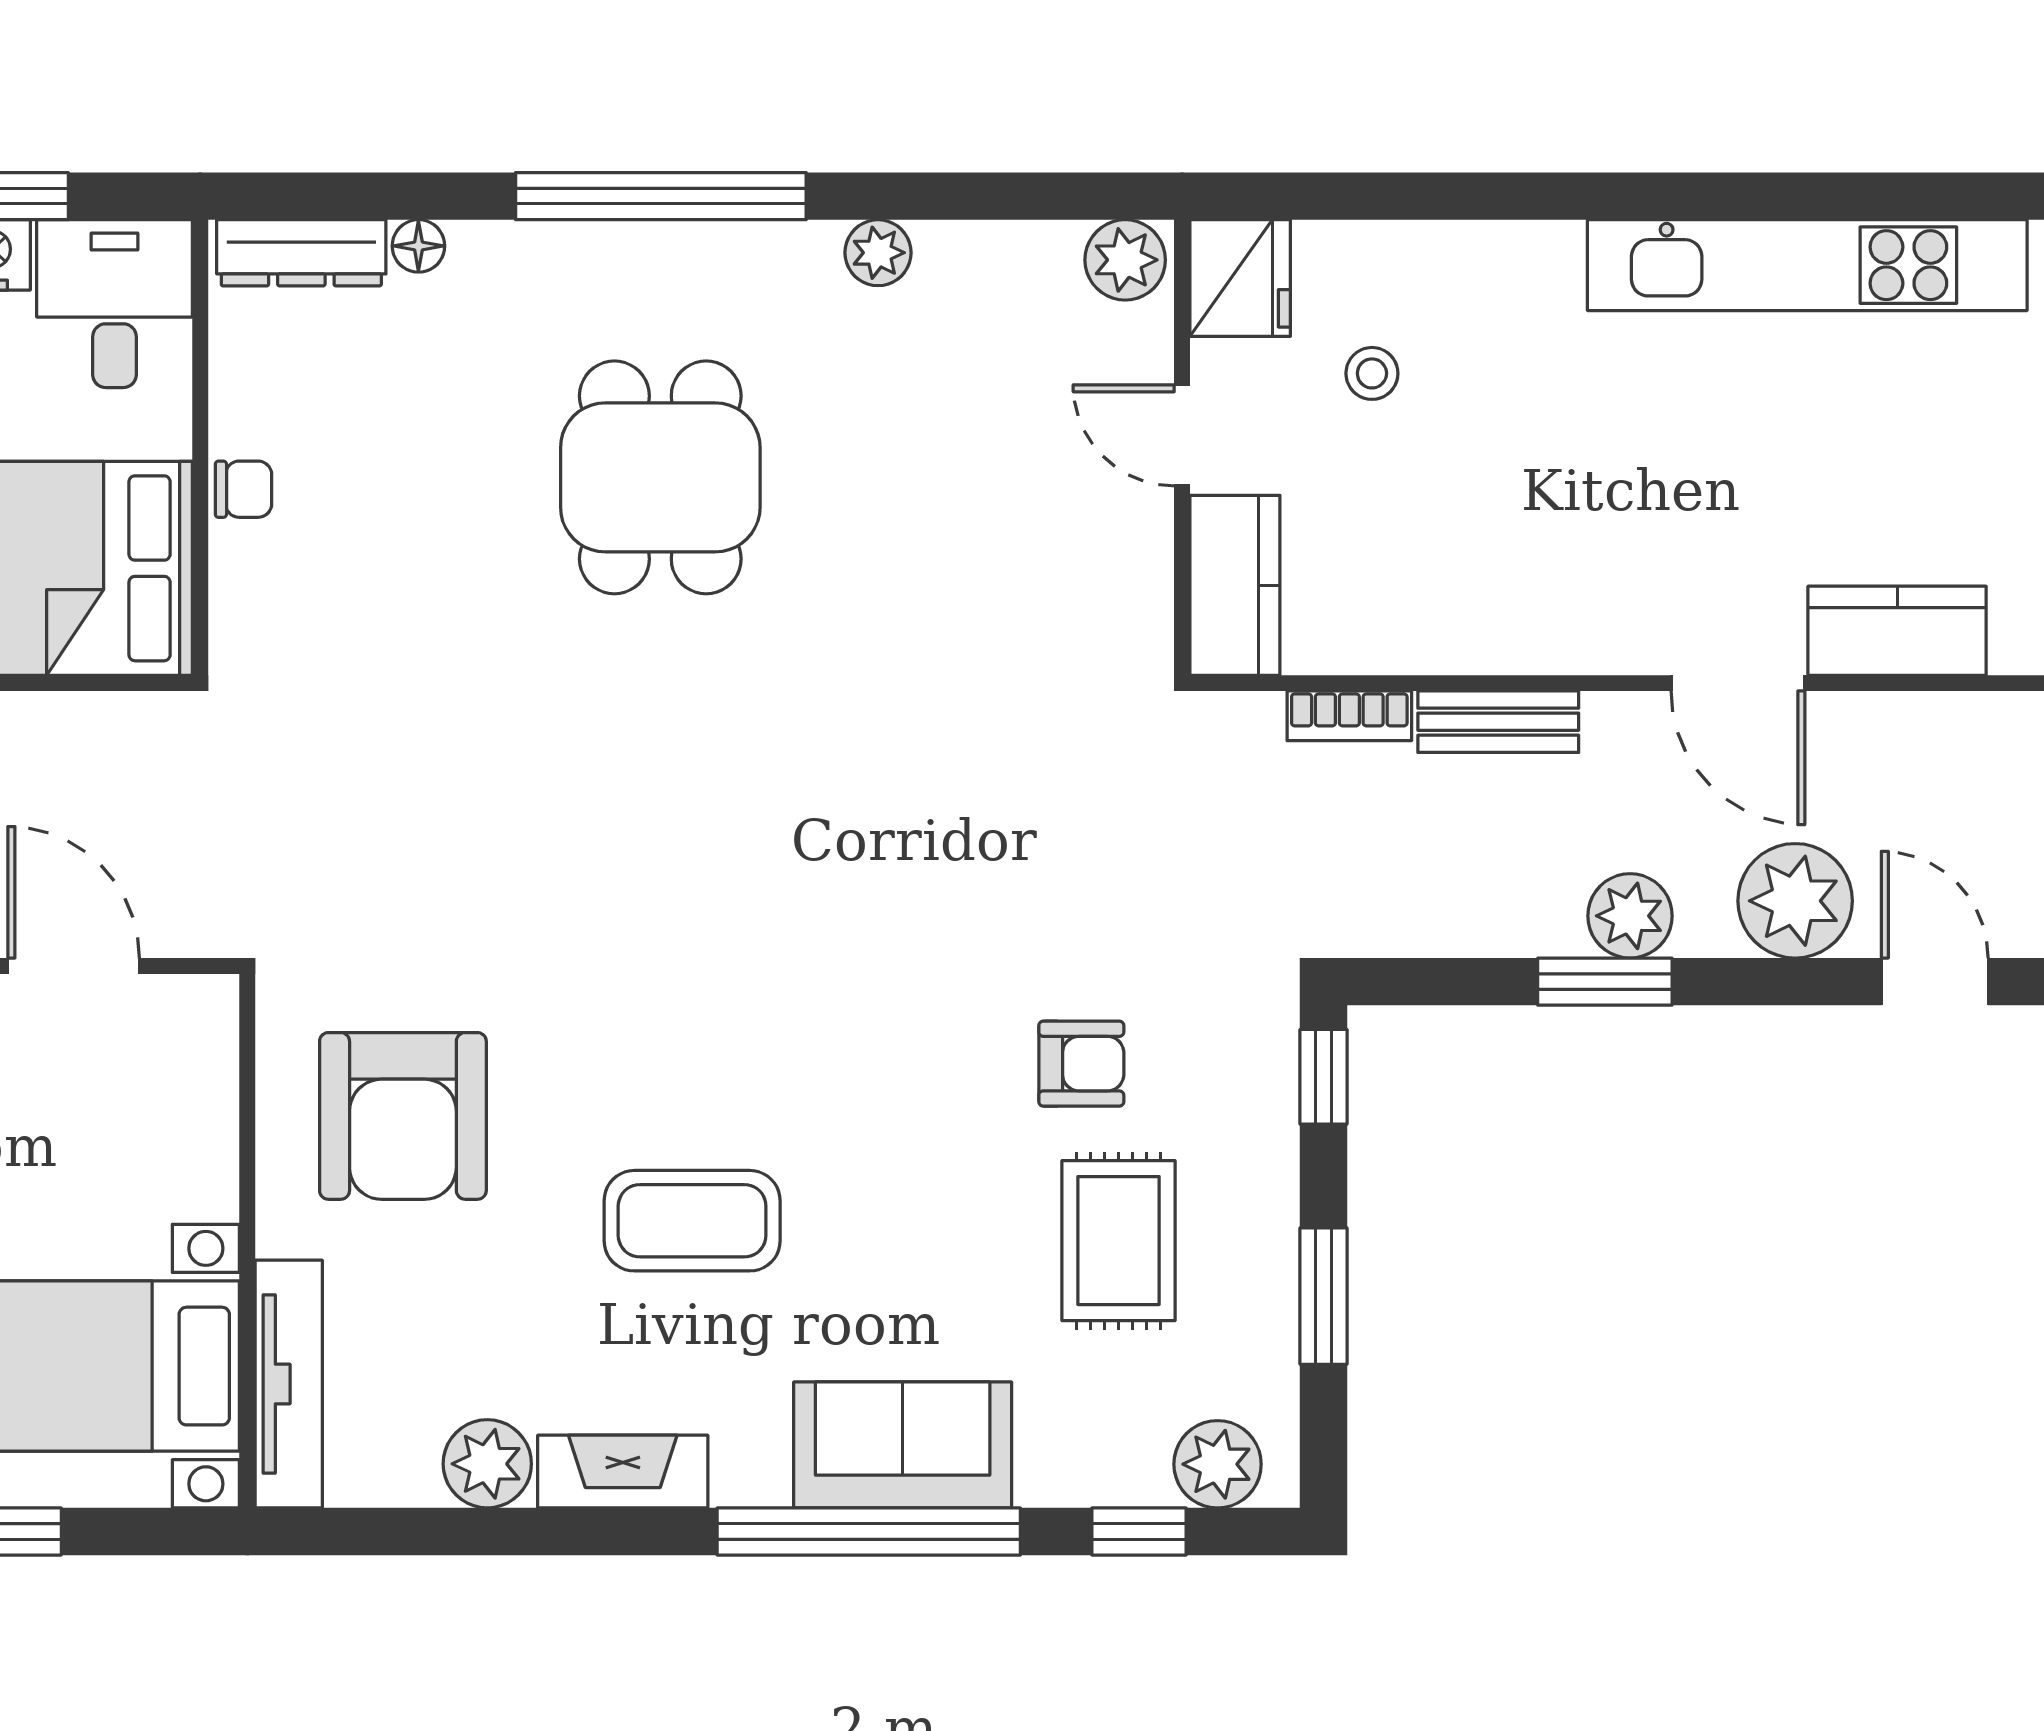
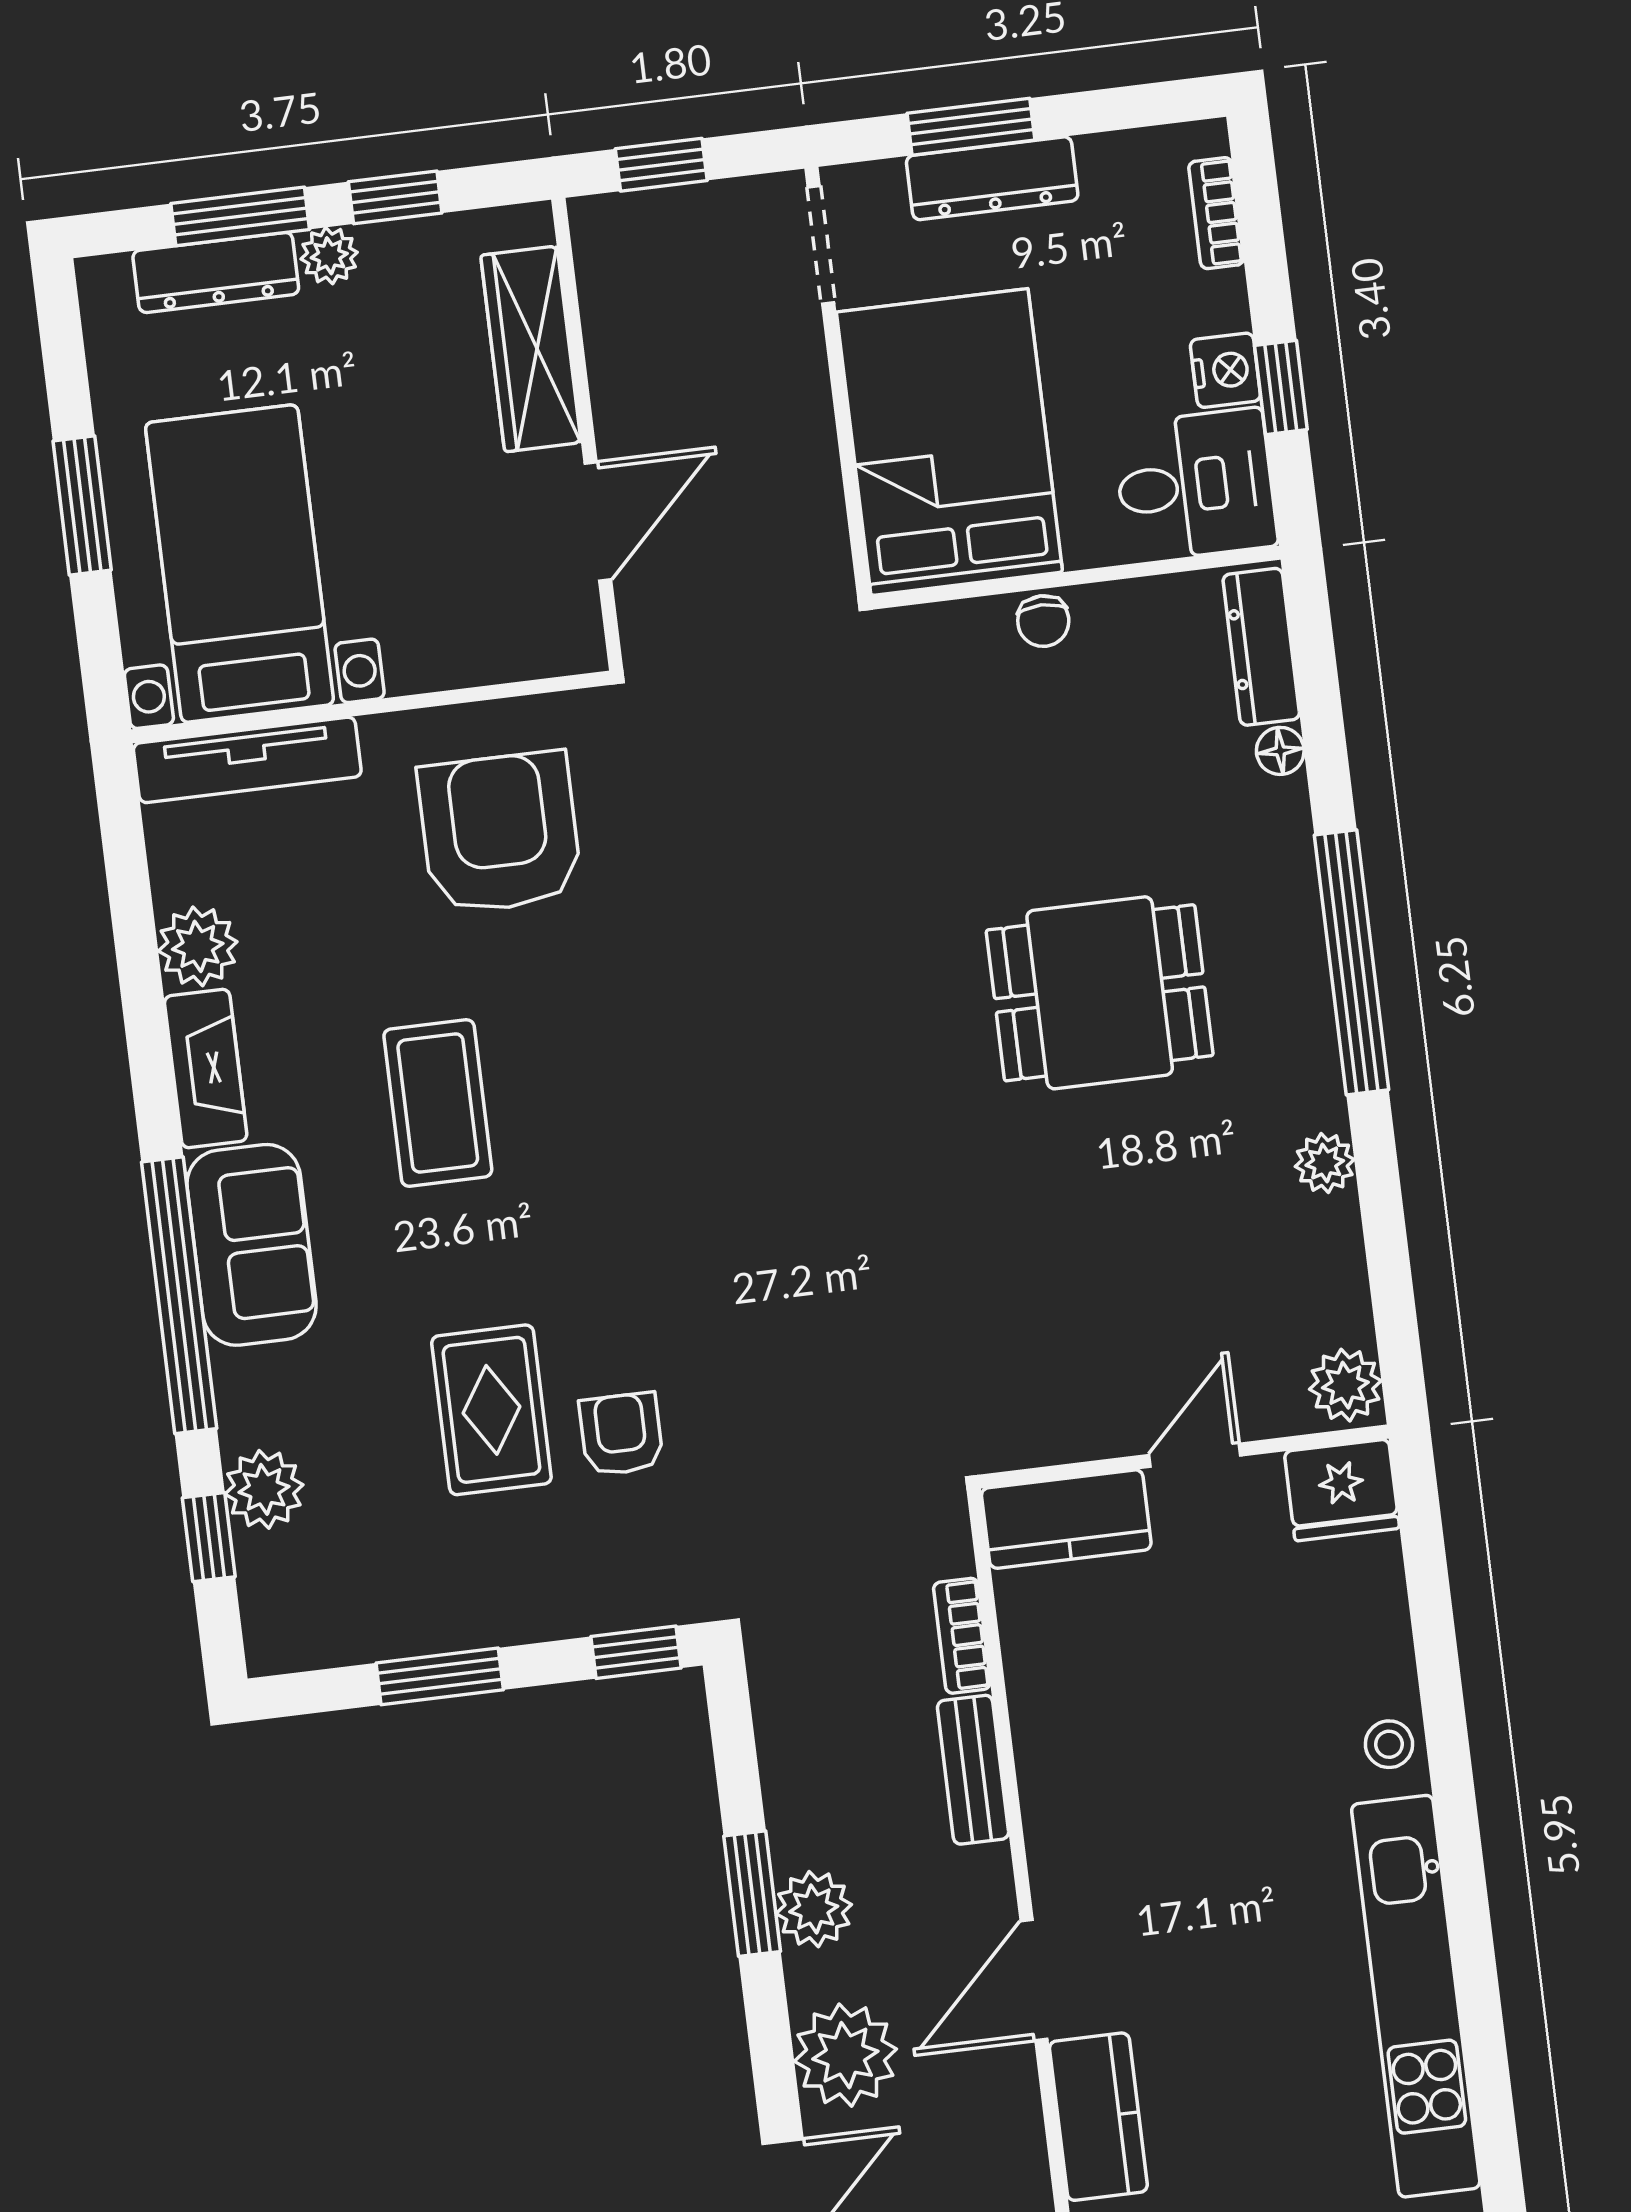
stool: (1372, 373) -> (1389, 1744), moved
armchair: (1081, 1064) -> (621, 1434), turned 180
armchair: (403, 1116) -> (500, 833), turned 90
rug: (1118, 1241) -> (491, 1410), moved, turned 90
sofa: (903, 1445) -> (252, 1245), moved
plant: (1218, 1464) -> (264, 1489), moved

